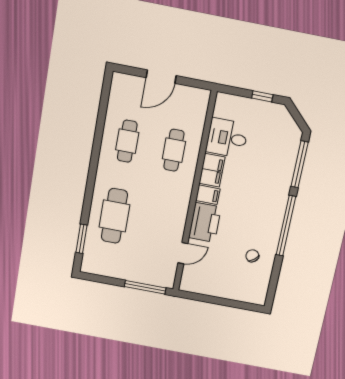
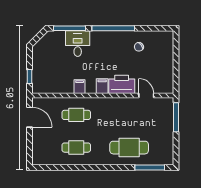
door: (161, 77) -> (29, 117), moved
window: (262, 96) -> (29, 76), moved
desk: (227, 138) -> (78, 44), moved, turned 180
filing cabinet: (212, 170) -> (80, 87), width x0.50
window: (82, 239) -> (150, 168), width x1.44

